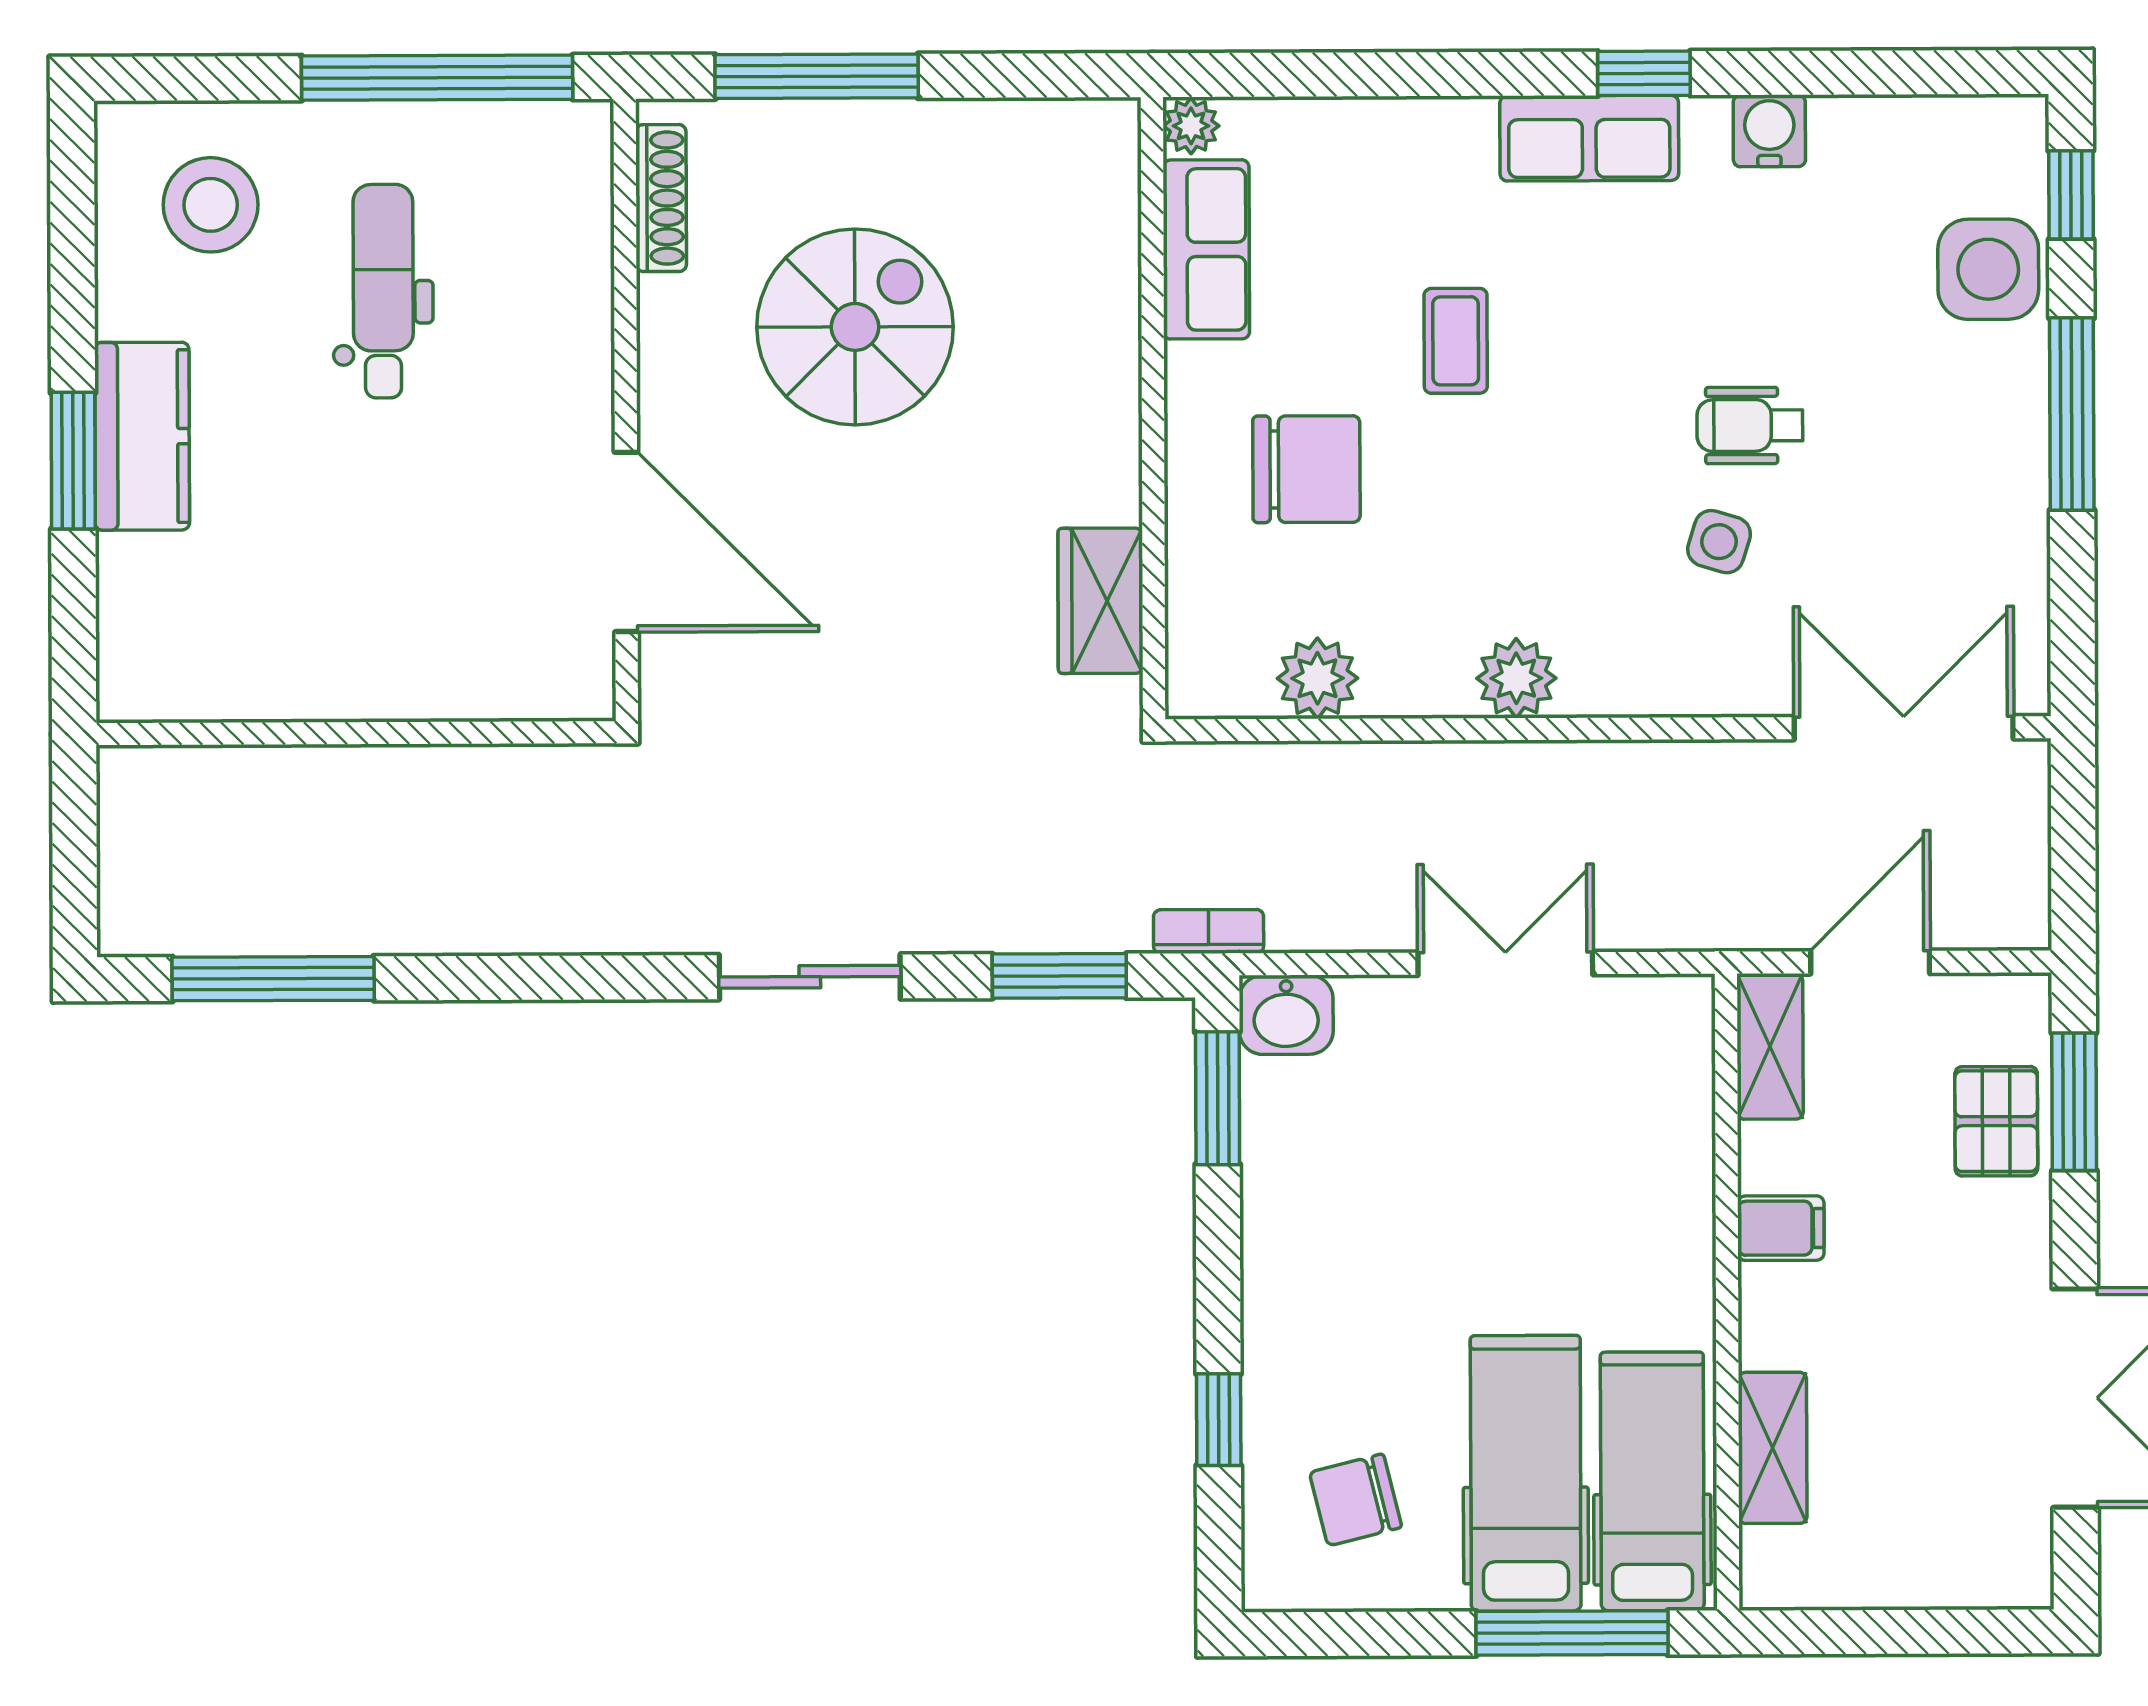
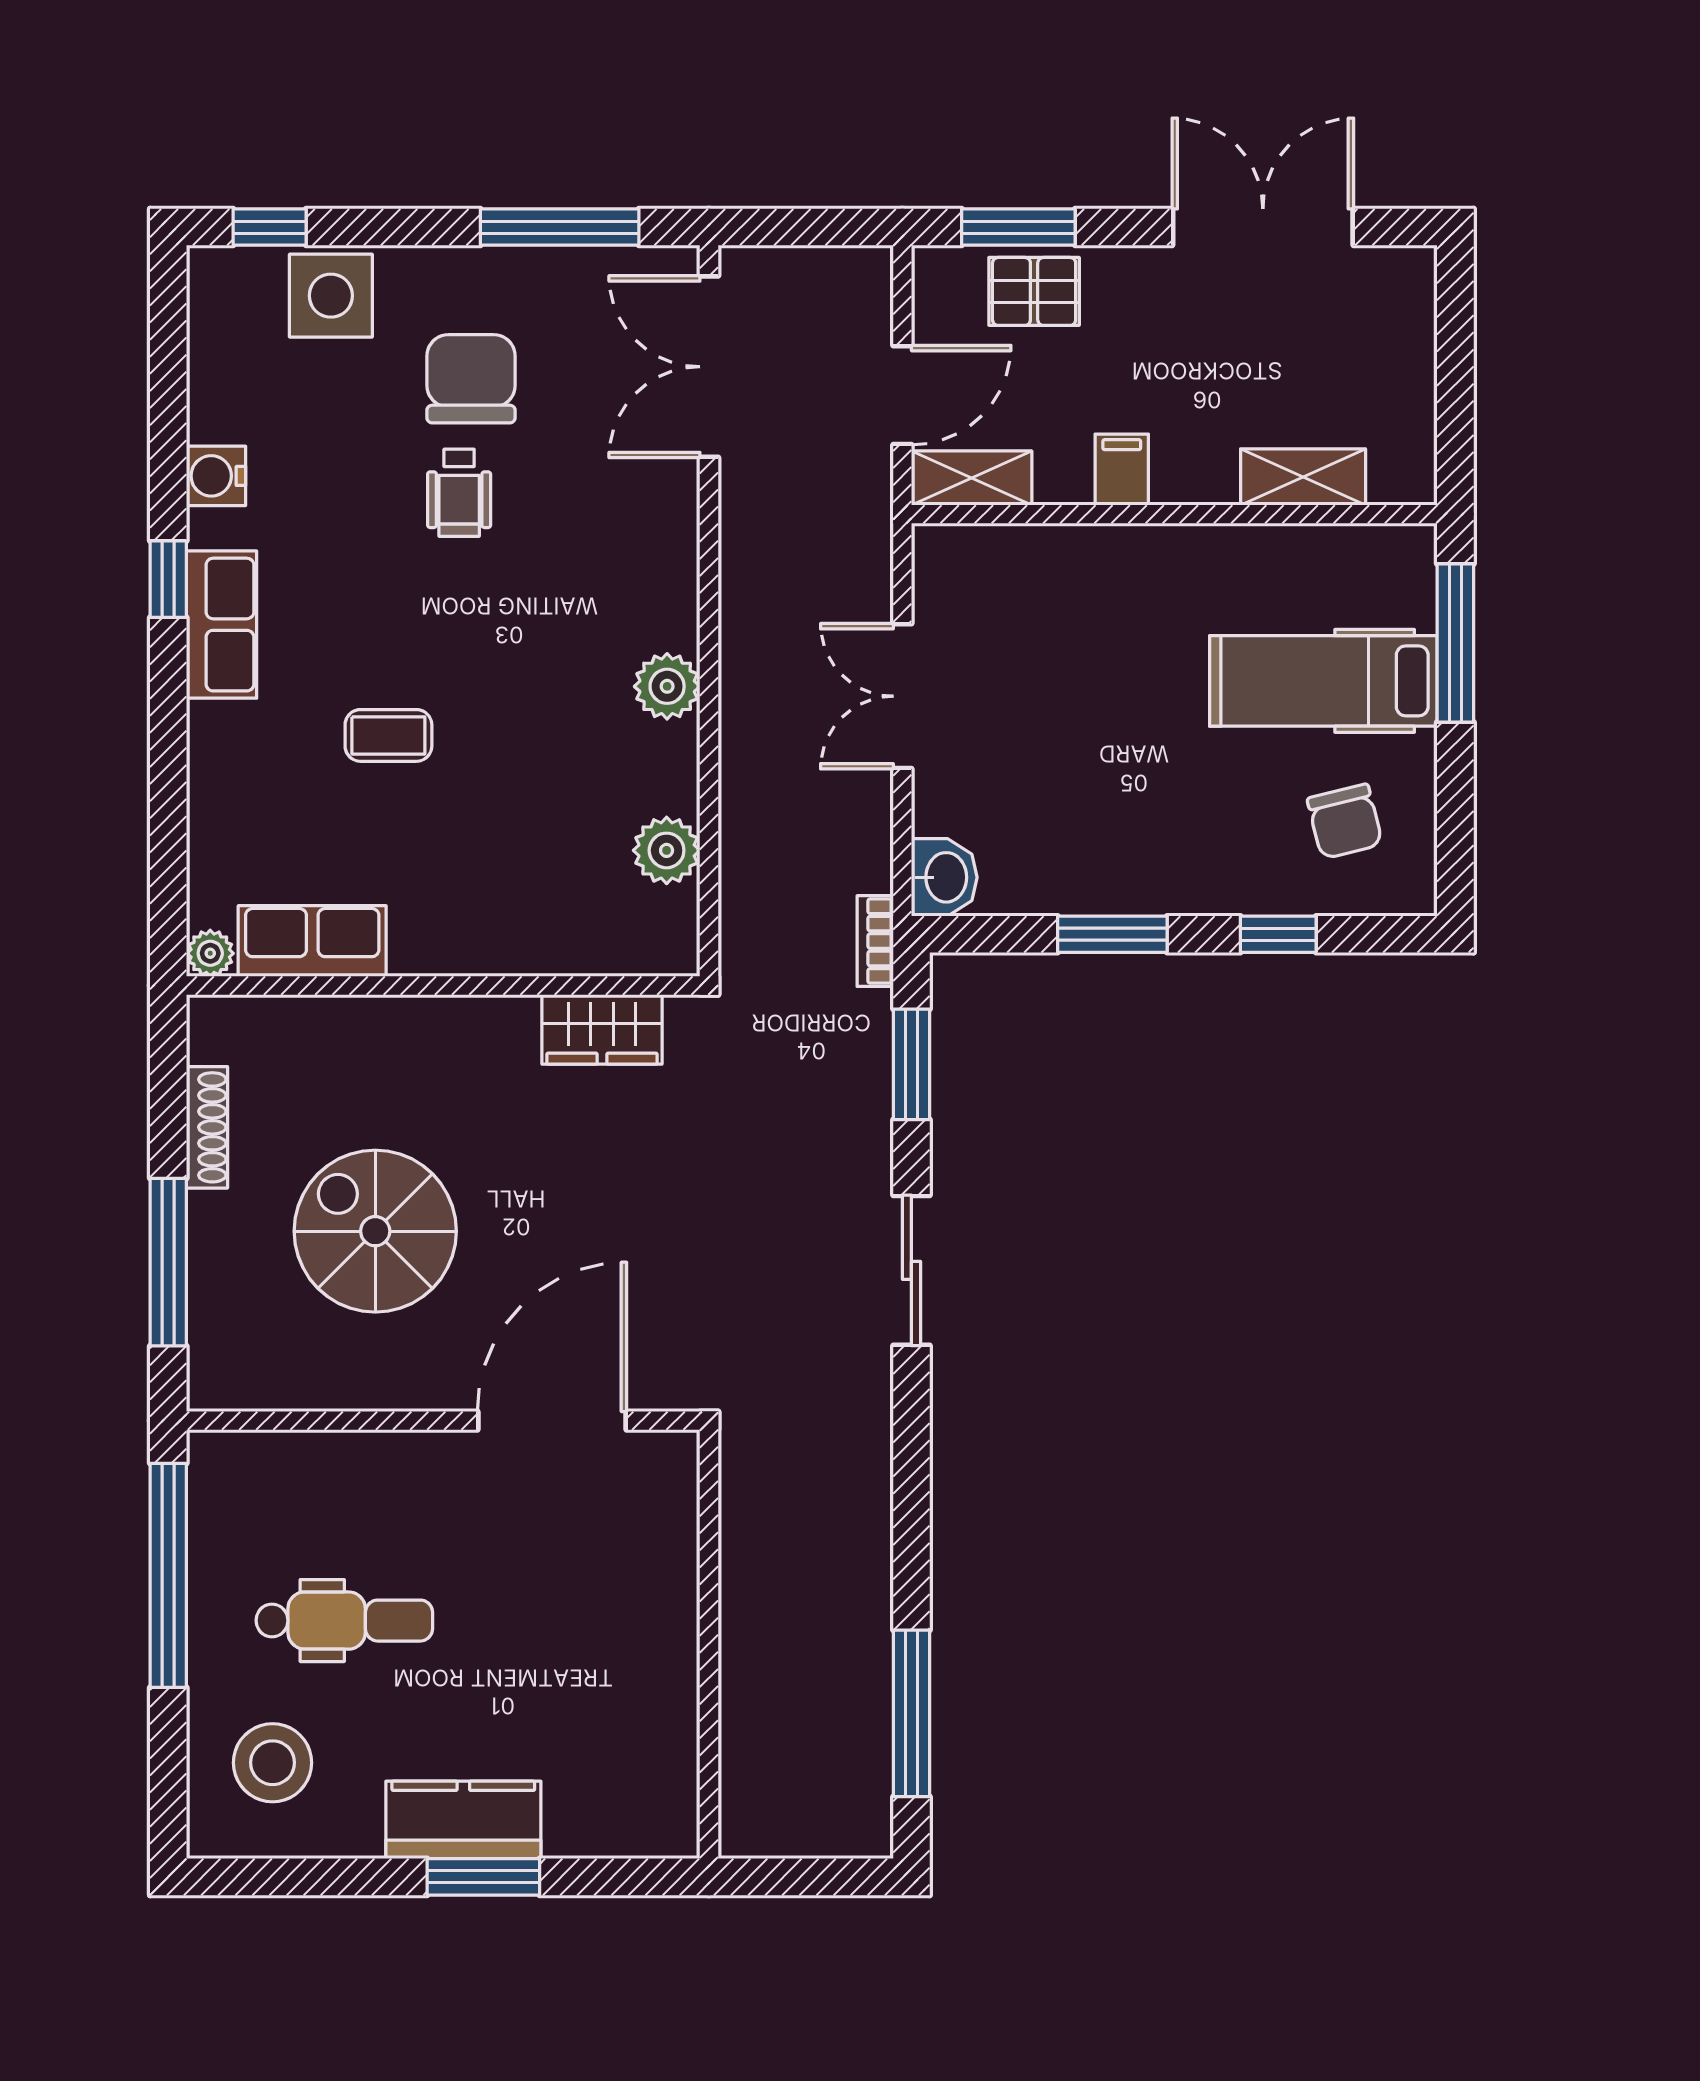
shoe rack: (661, 198) -> (207, 1127), moved, turned 90
dental chair: (383, 291) -> (344, 1621), turned 180
window: (2072, 414) -> (560, 227), moved
chair: (1306, 469) -> (471, 379), moved
side table: (1719, 542) -> (555, 519), removed
door: (1870, 962) -> (902, 395), swing flipped
window: (1218, 1098) -> (1112, 934), moved
hospital bed: (1652, 1481) -> (1330, 576), removed

